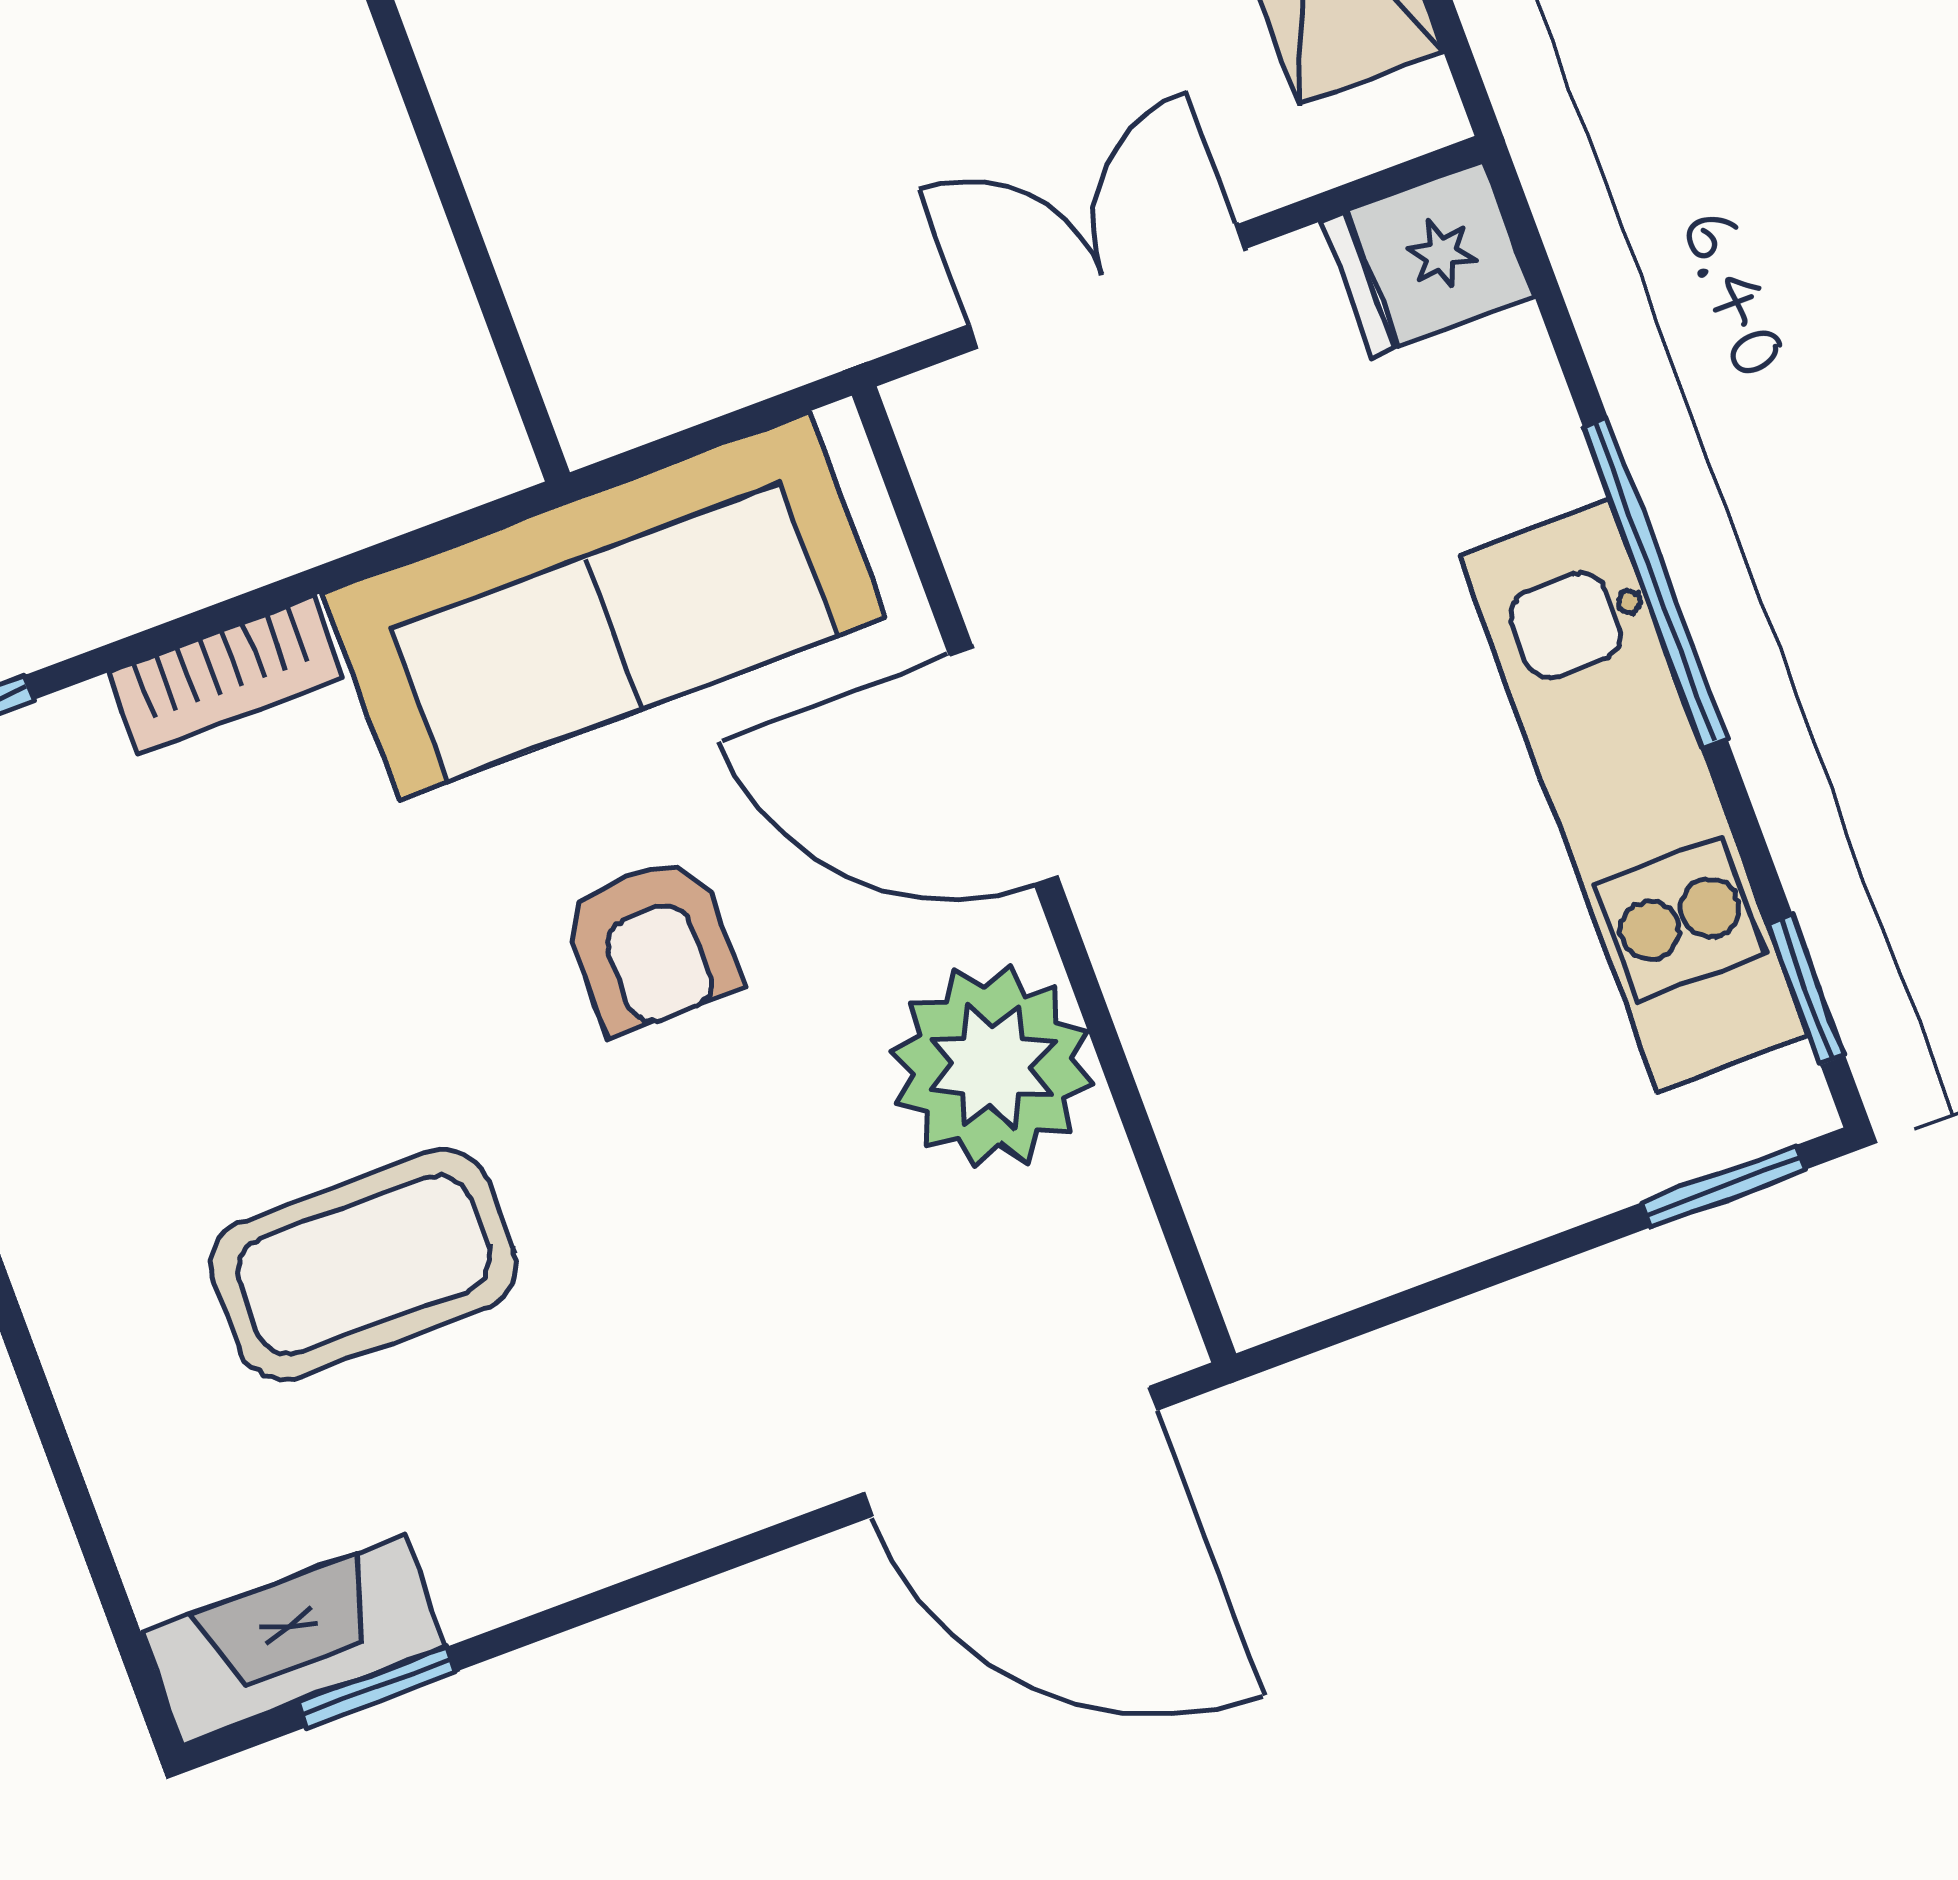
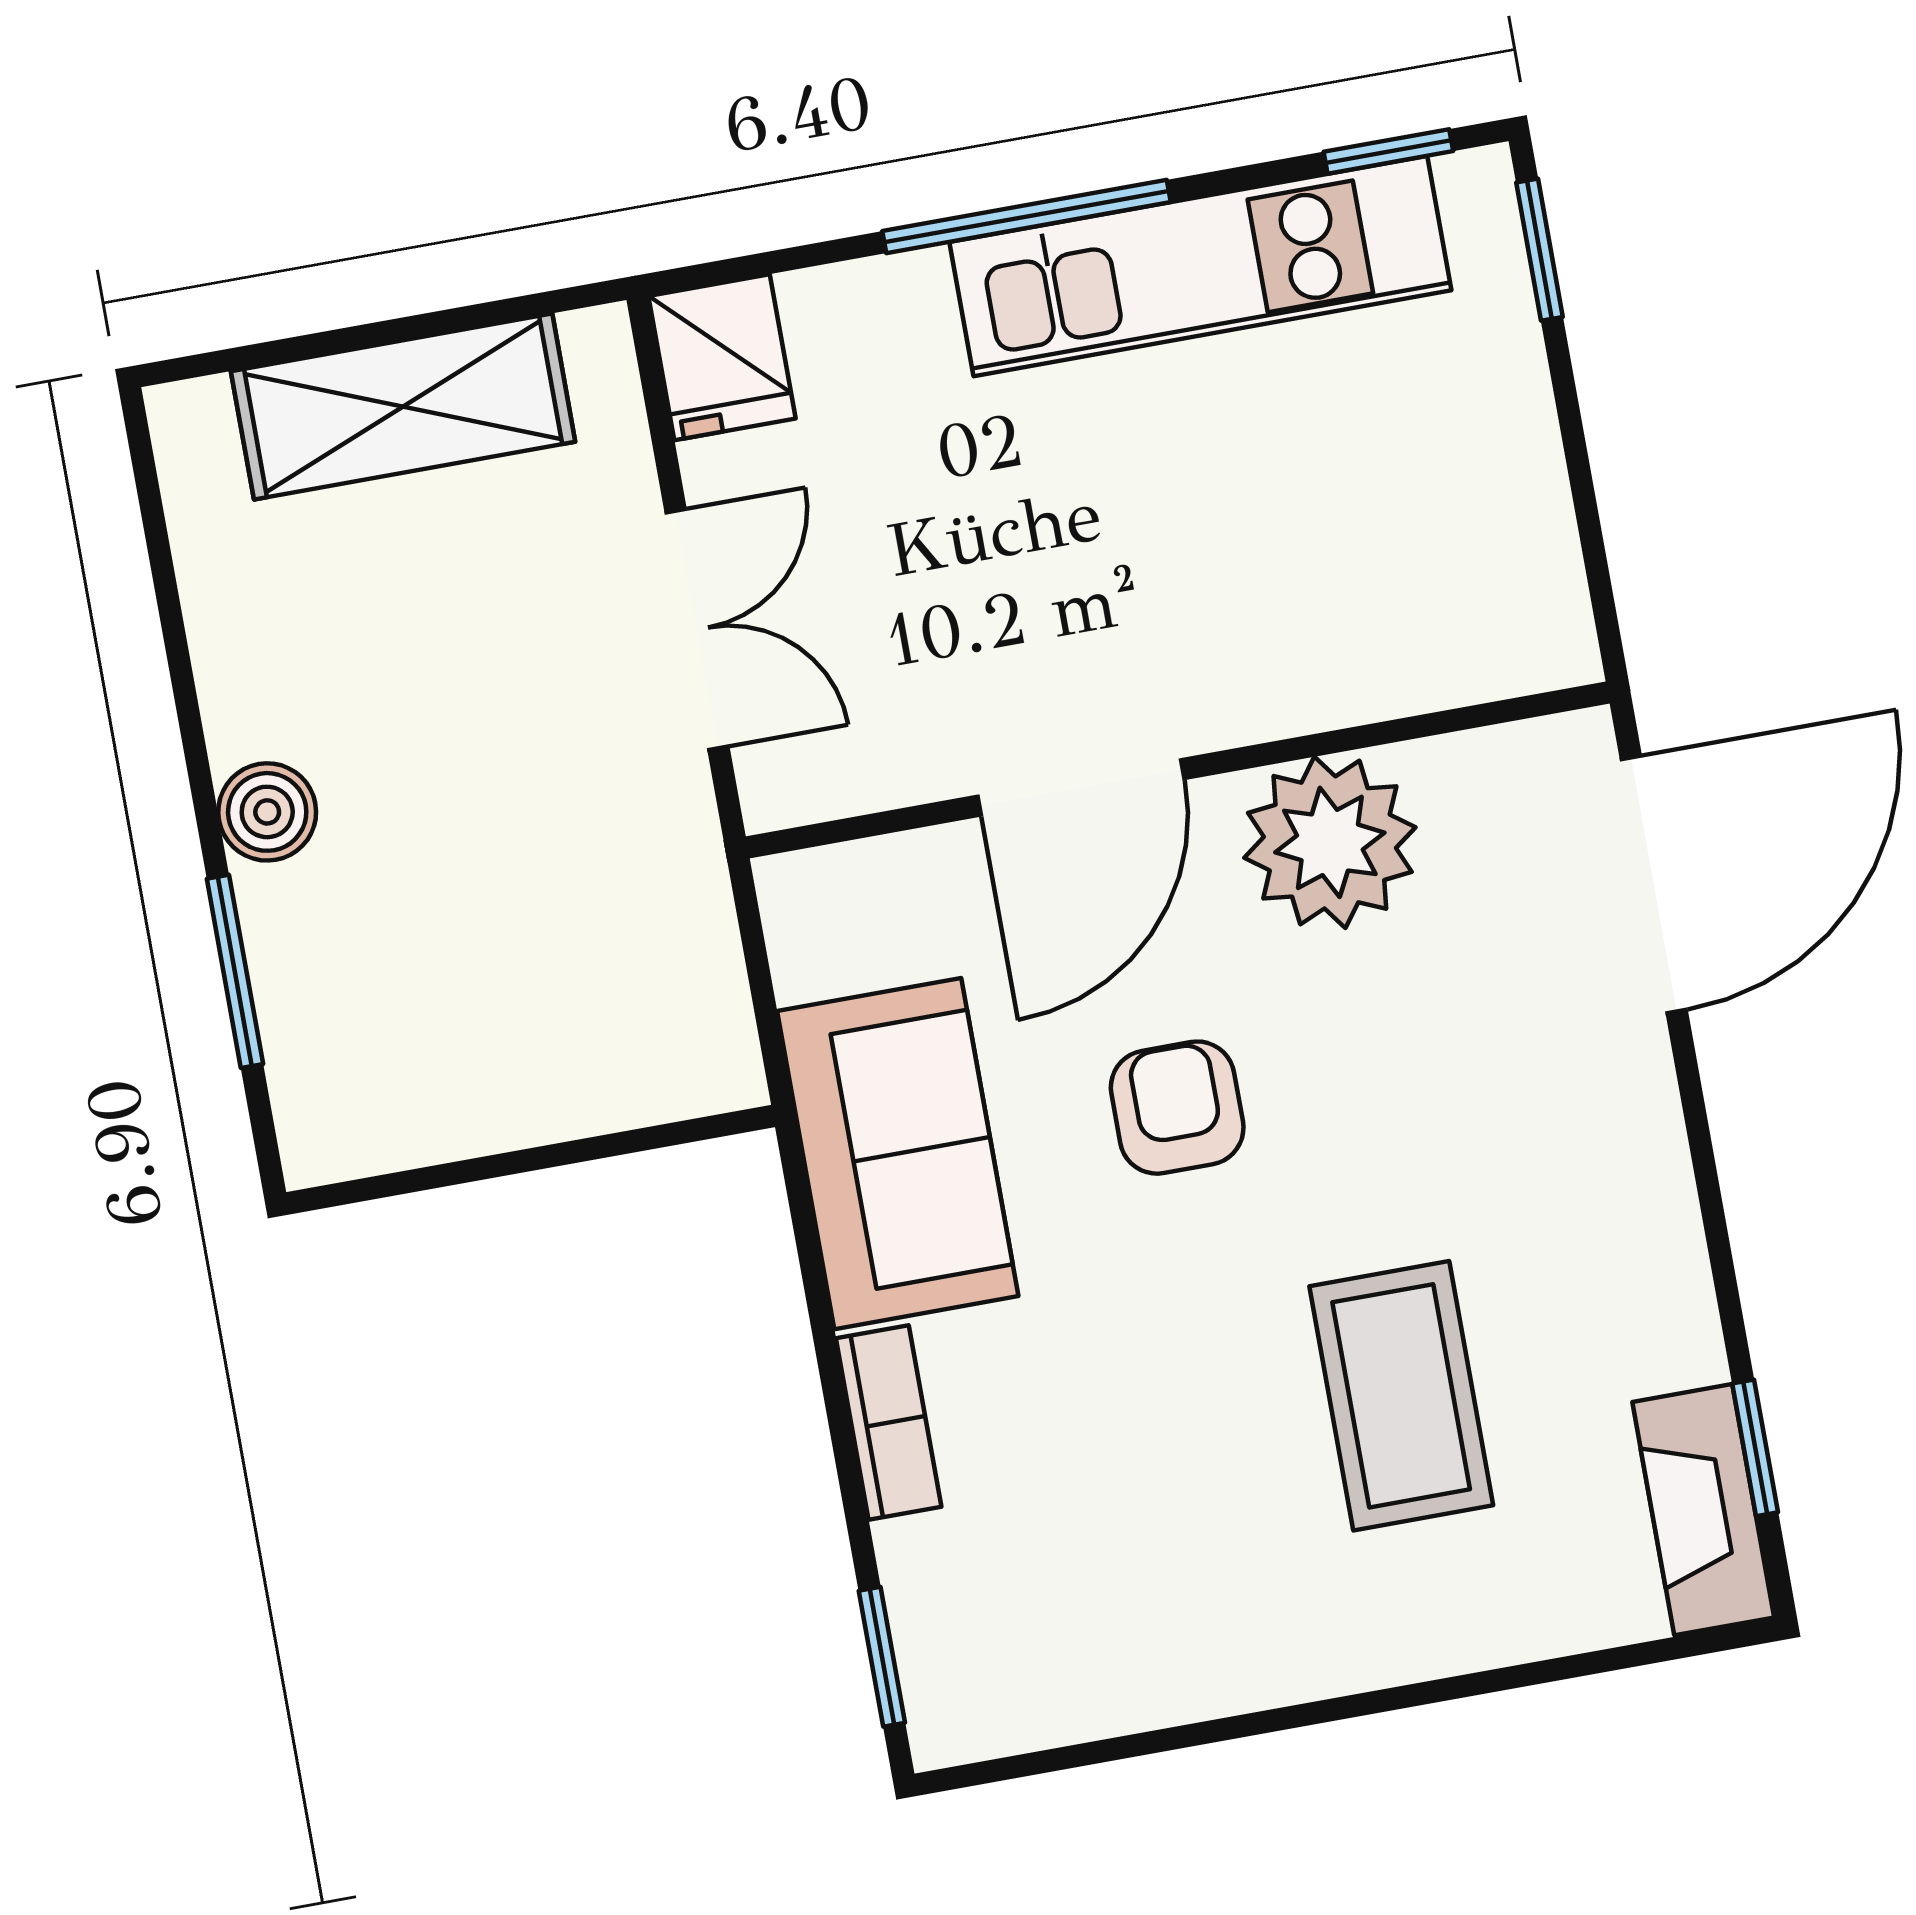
double door: (1107, 287) -> (697, 629), swing flipped
sofa: (604, 605) -> (898, 1154), width x0.73
armchair: (652, 944) -> (1177, 1108), turned -90

